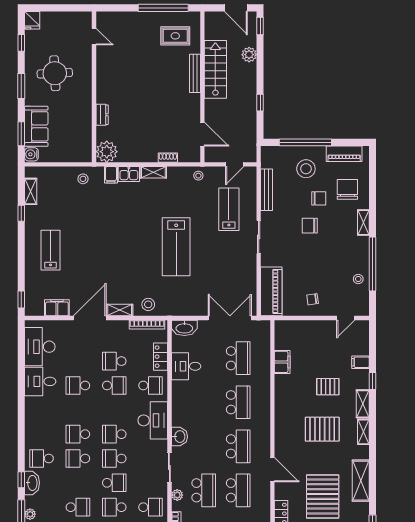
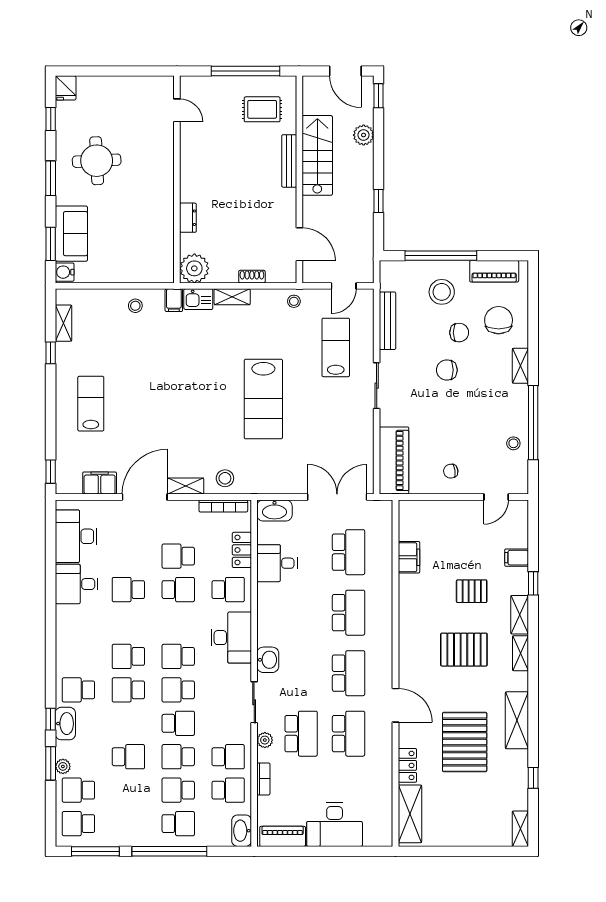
door: (94, 37) -> (177, 110), moved
wall: (94, 87) -> (177, 179), moved
dresser: (102, 115) -> (188, 218), moved
plant: (107, 152) -> (194, 268), moved

